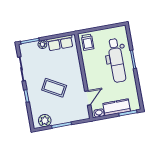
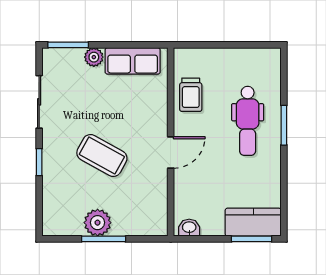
trolley: (88, 42) -> (191, 95), moved
dental chair: (117, 60) -> (248, 121), width x0.73, depth x0.72
door: (88, 98) -> (171, 152), moved
kitchen counter: (117, 107) -> (253, 222), moved
plant: (45, 121) -> (98, 223), moved

